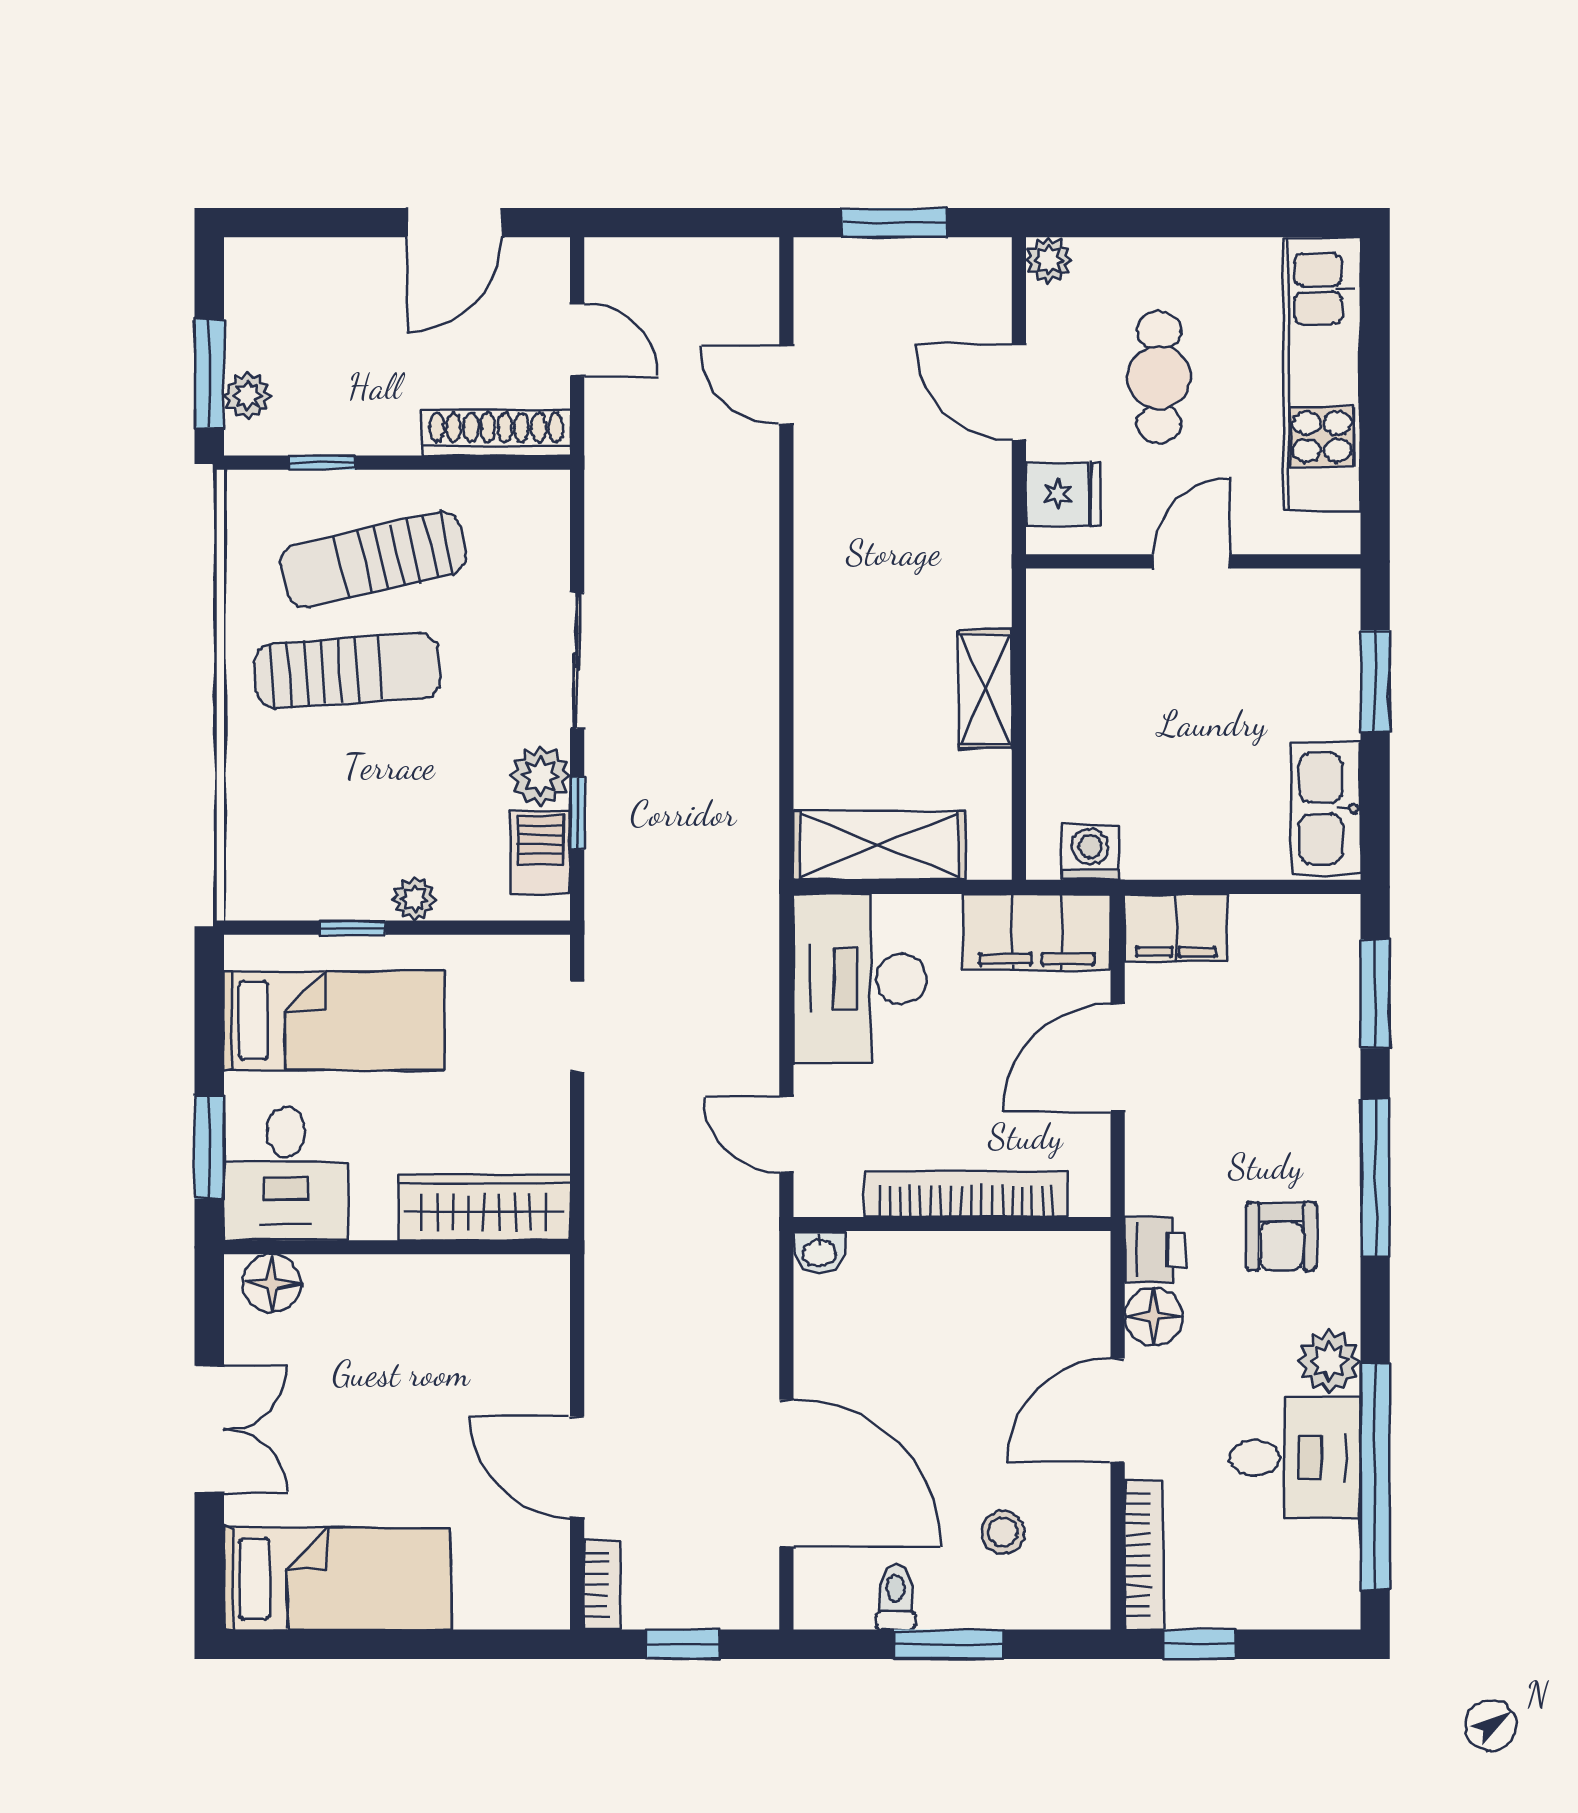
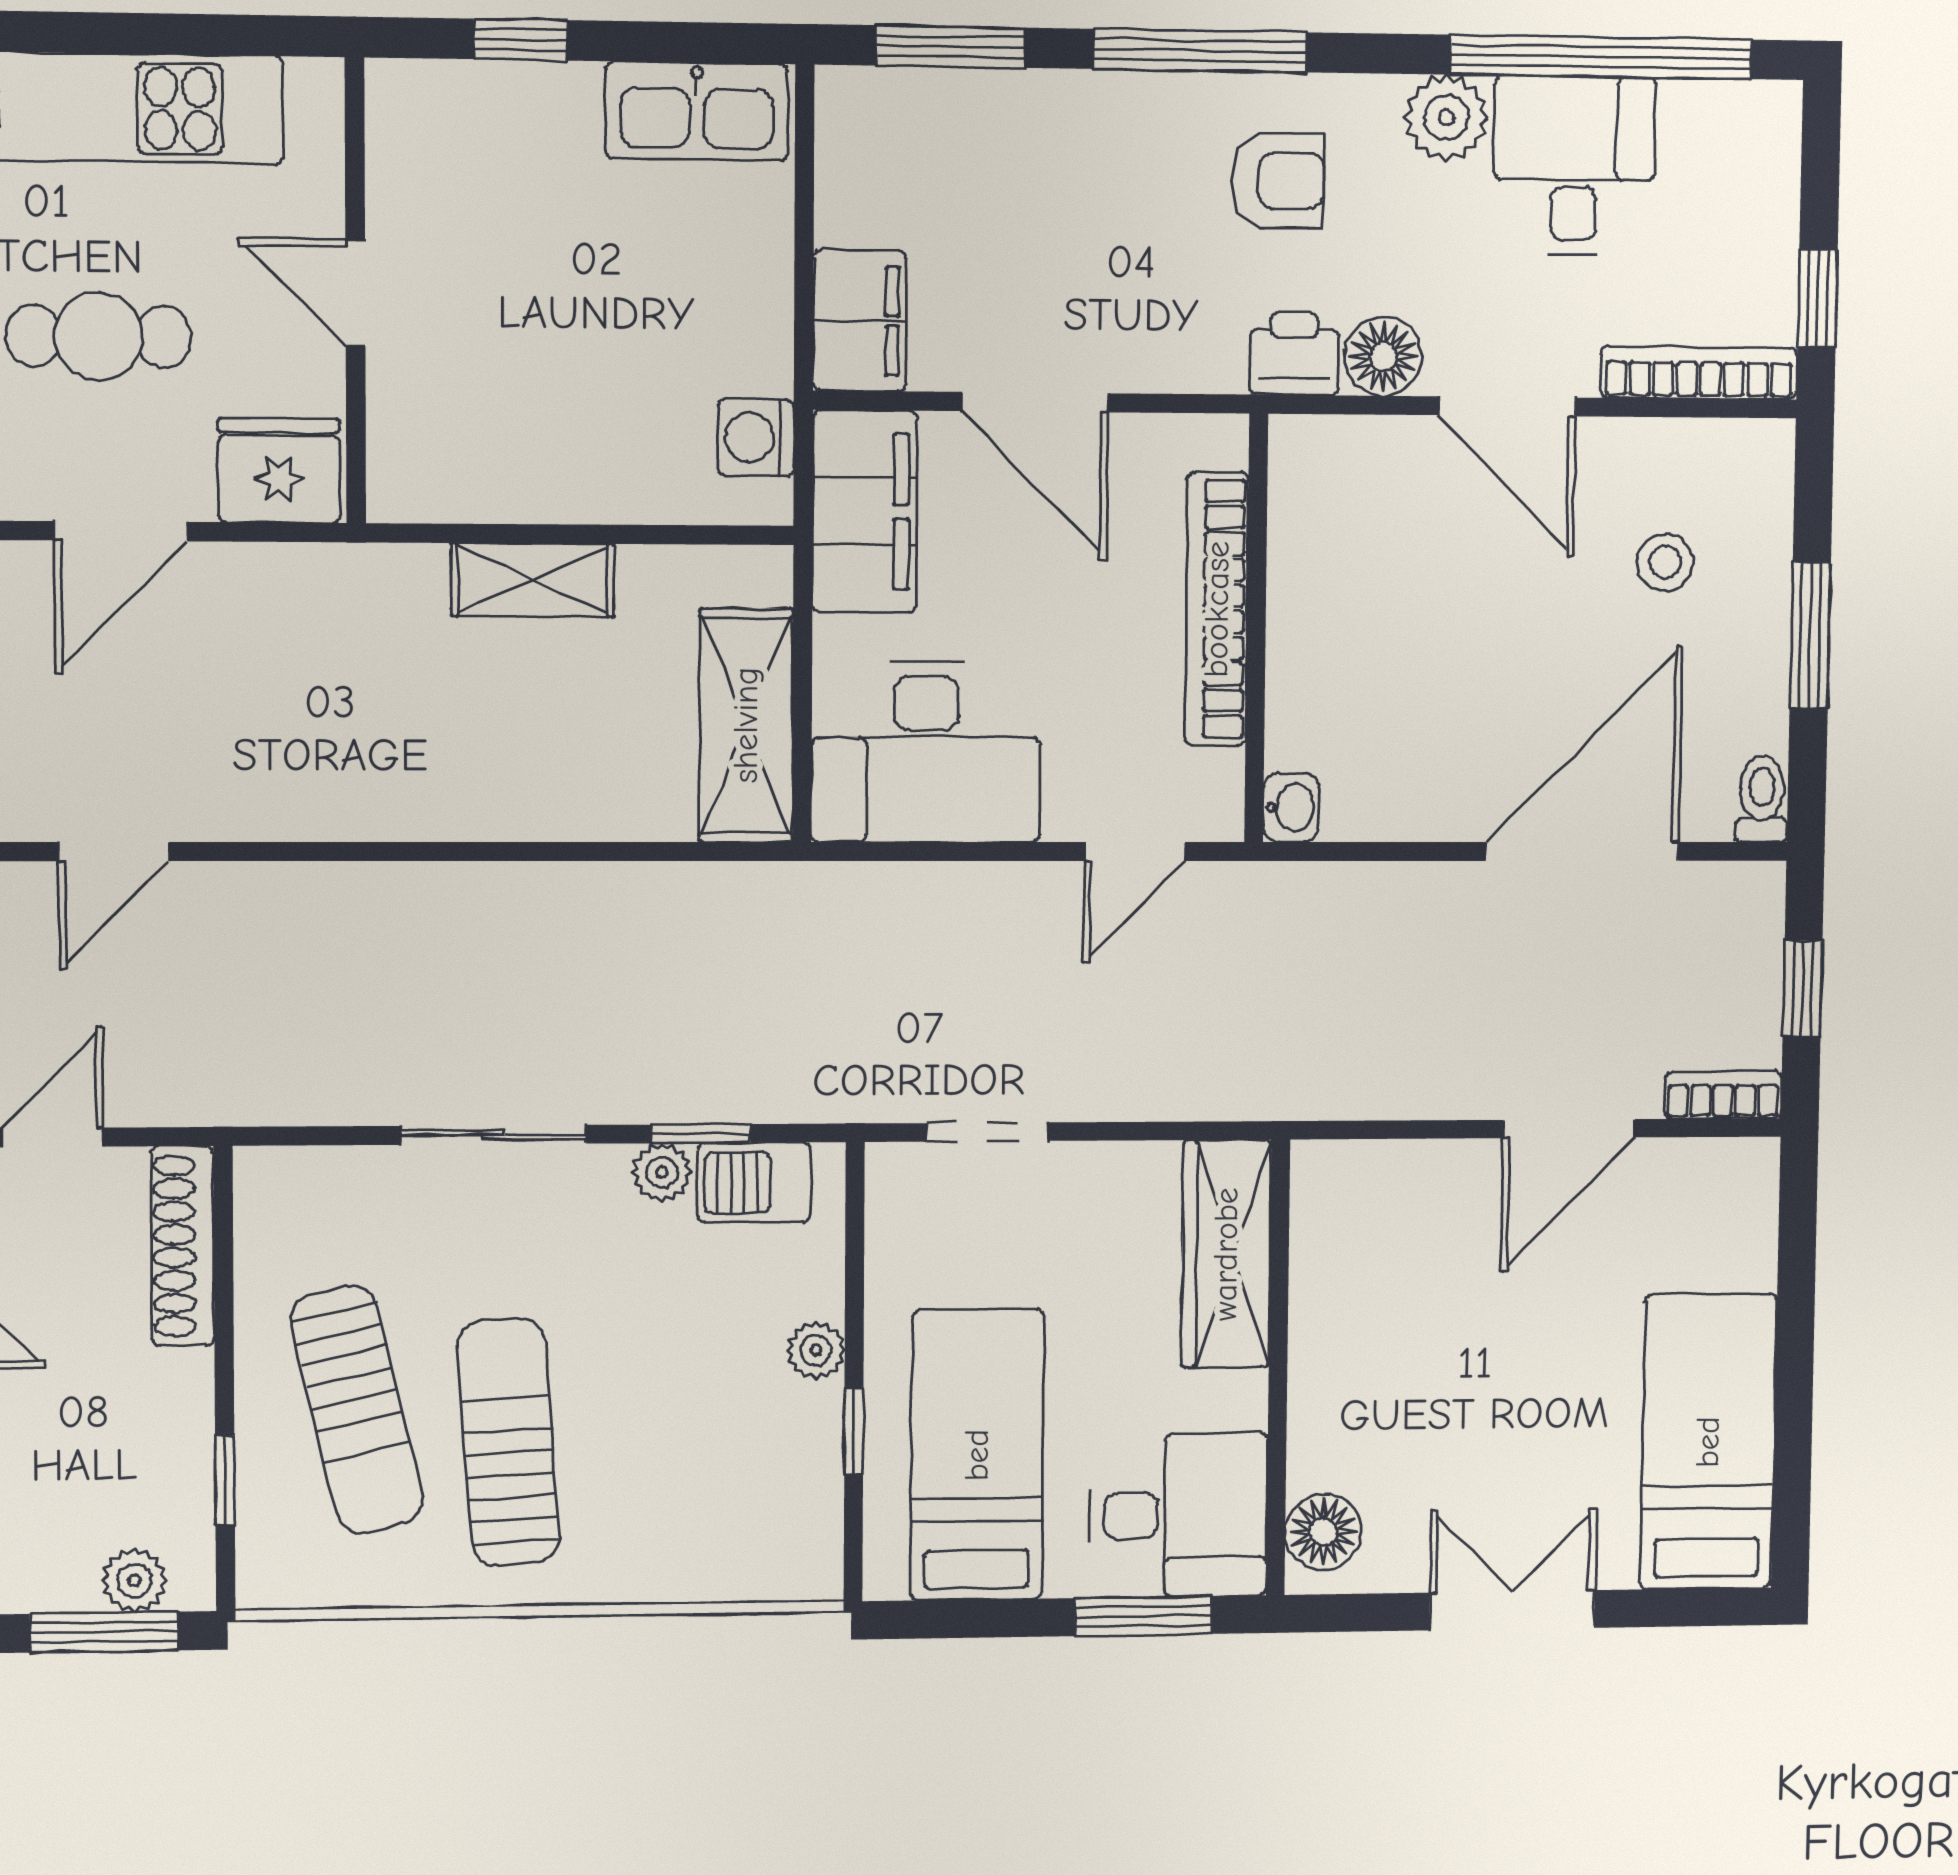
fridge: (1064, 494) -> (279, 470), width x1.38
window: (1375, 681) -> (521, 40), width x0.67
plant: (540, 776) -> (662, 1172), width x0.73, depth x0.73
toilet: (896, 1597) -> (1762, 799), moved, turned 90

